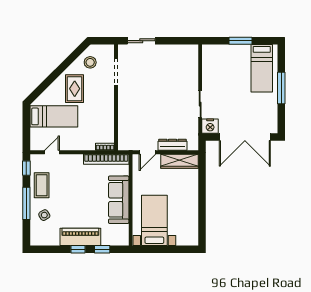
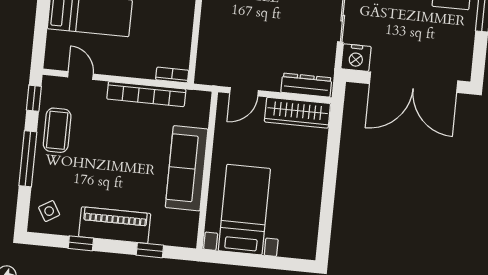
dresser: (172, 145) -> (306, 85), moved
door: (52, 152) -> (80, 75), hinge flipped
bookcase: (106, 159) -> (146, 94), moved
side table: (44, 215) -> (49, 211), moved
window: (78, 249) -> (81, 243), moved

